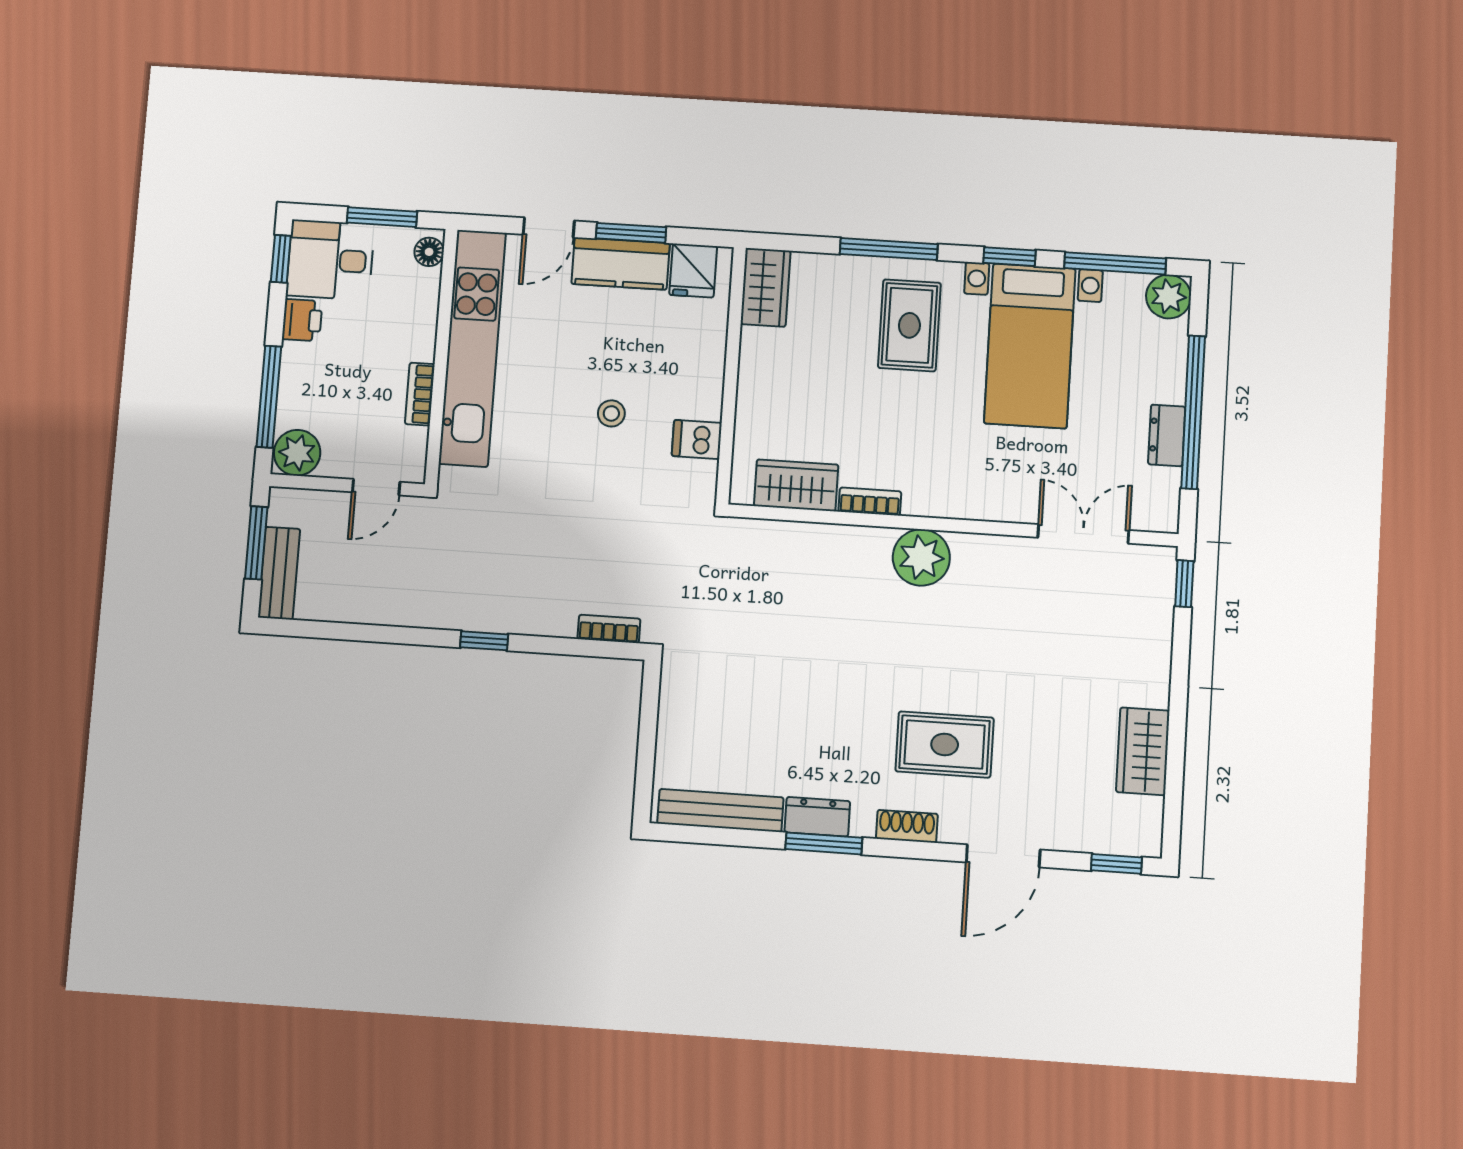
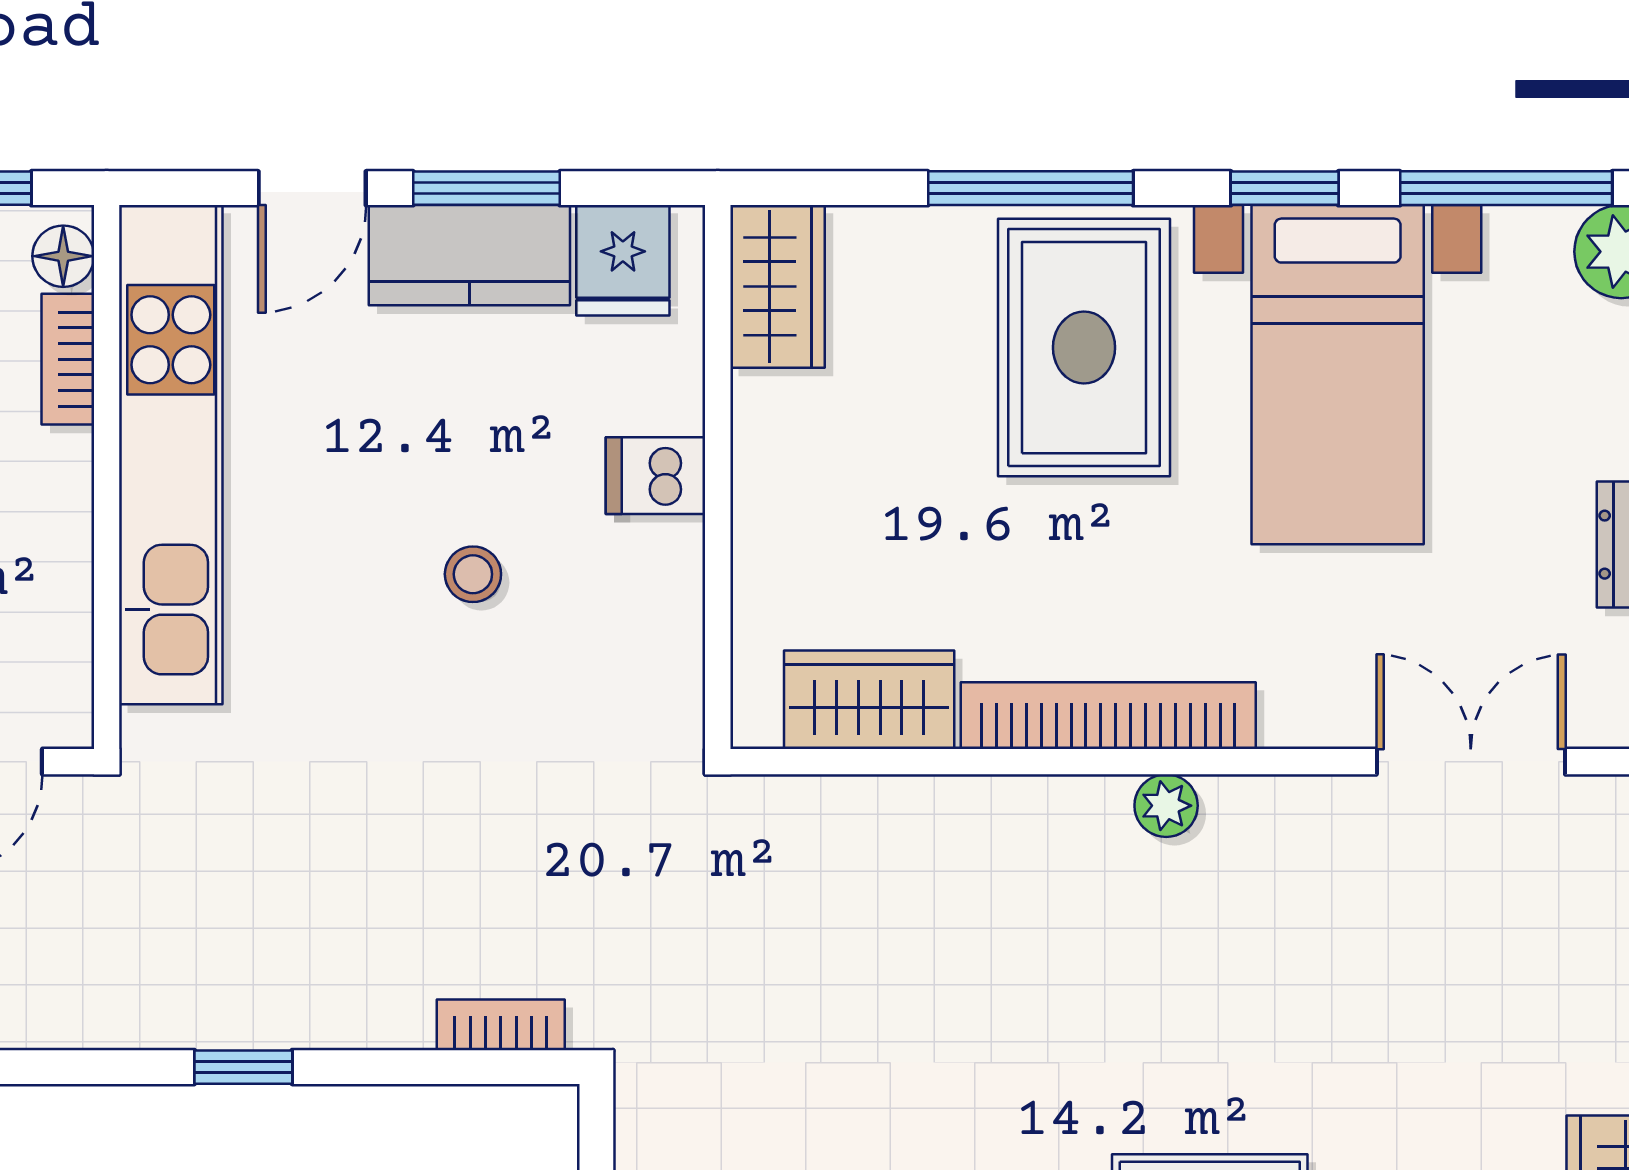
rug: (909, 325) -> (1084, 348), width x1.36, depth x1.43
bookcase: (420, 394) -> (68, 359), moved
dishwasher: (697, 439) -> (655, 476), moved
bookcase: (870, 501) -> (1108, 716), width x2.31, depth x1.31
plant: (921, 557) -> (1166, 806), width x0.53, depth x0.53

